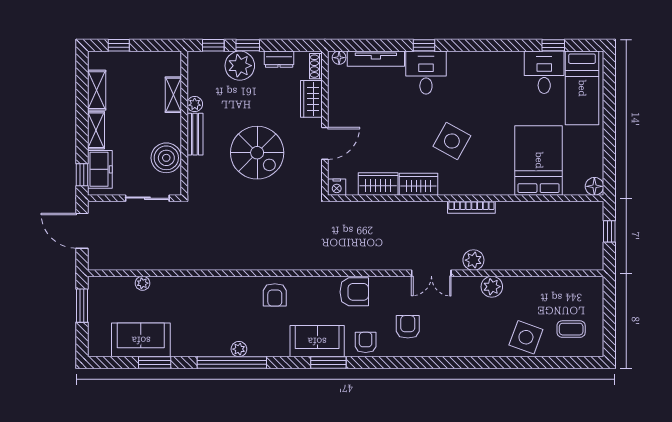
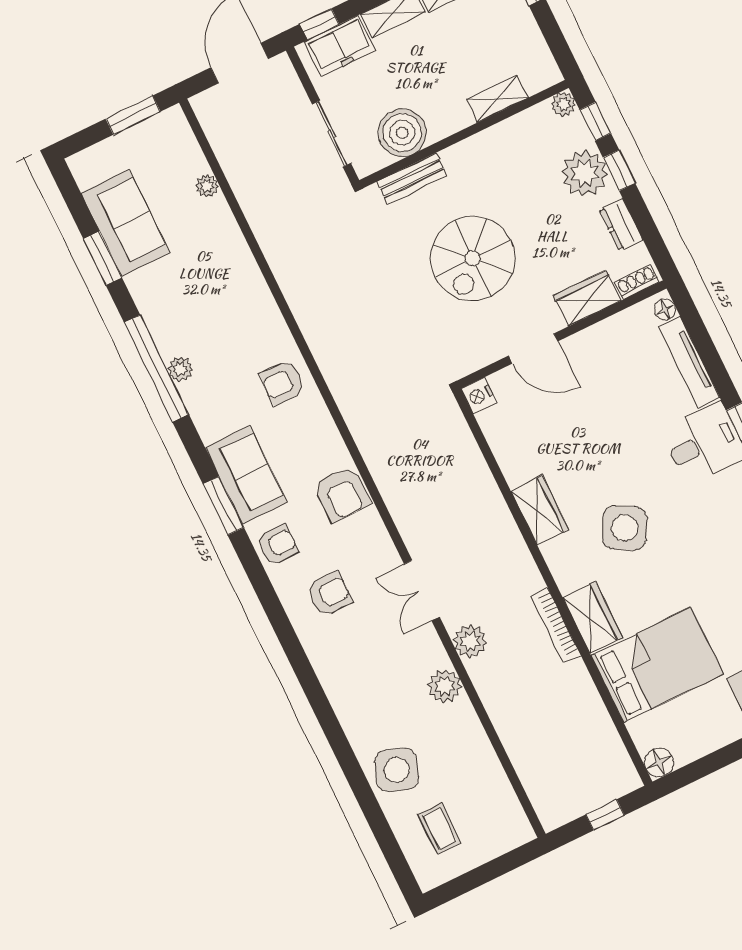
plant: (195, 104) -> (563, 104), moved
bench: (195, 134) -> (412, 179), moved
wardrobe: (378, 184) -> (593, 617), moved
bookcase: (471, 207) -> (556, 625), moved

